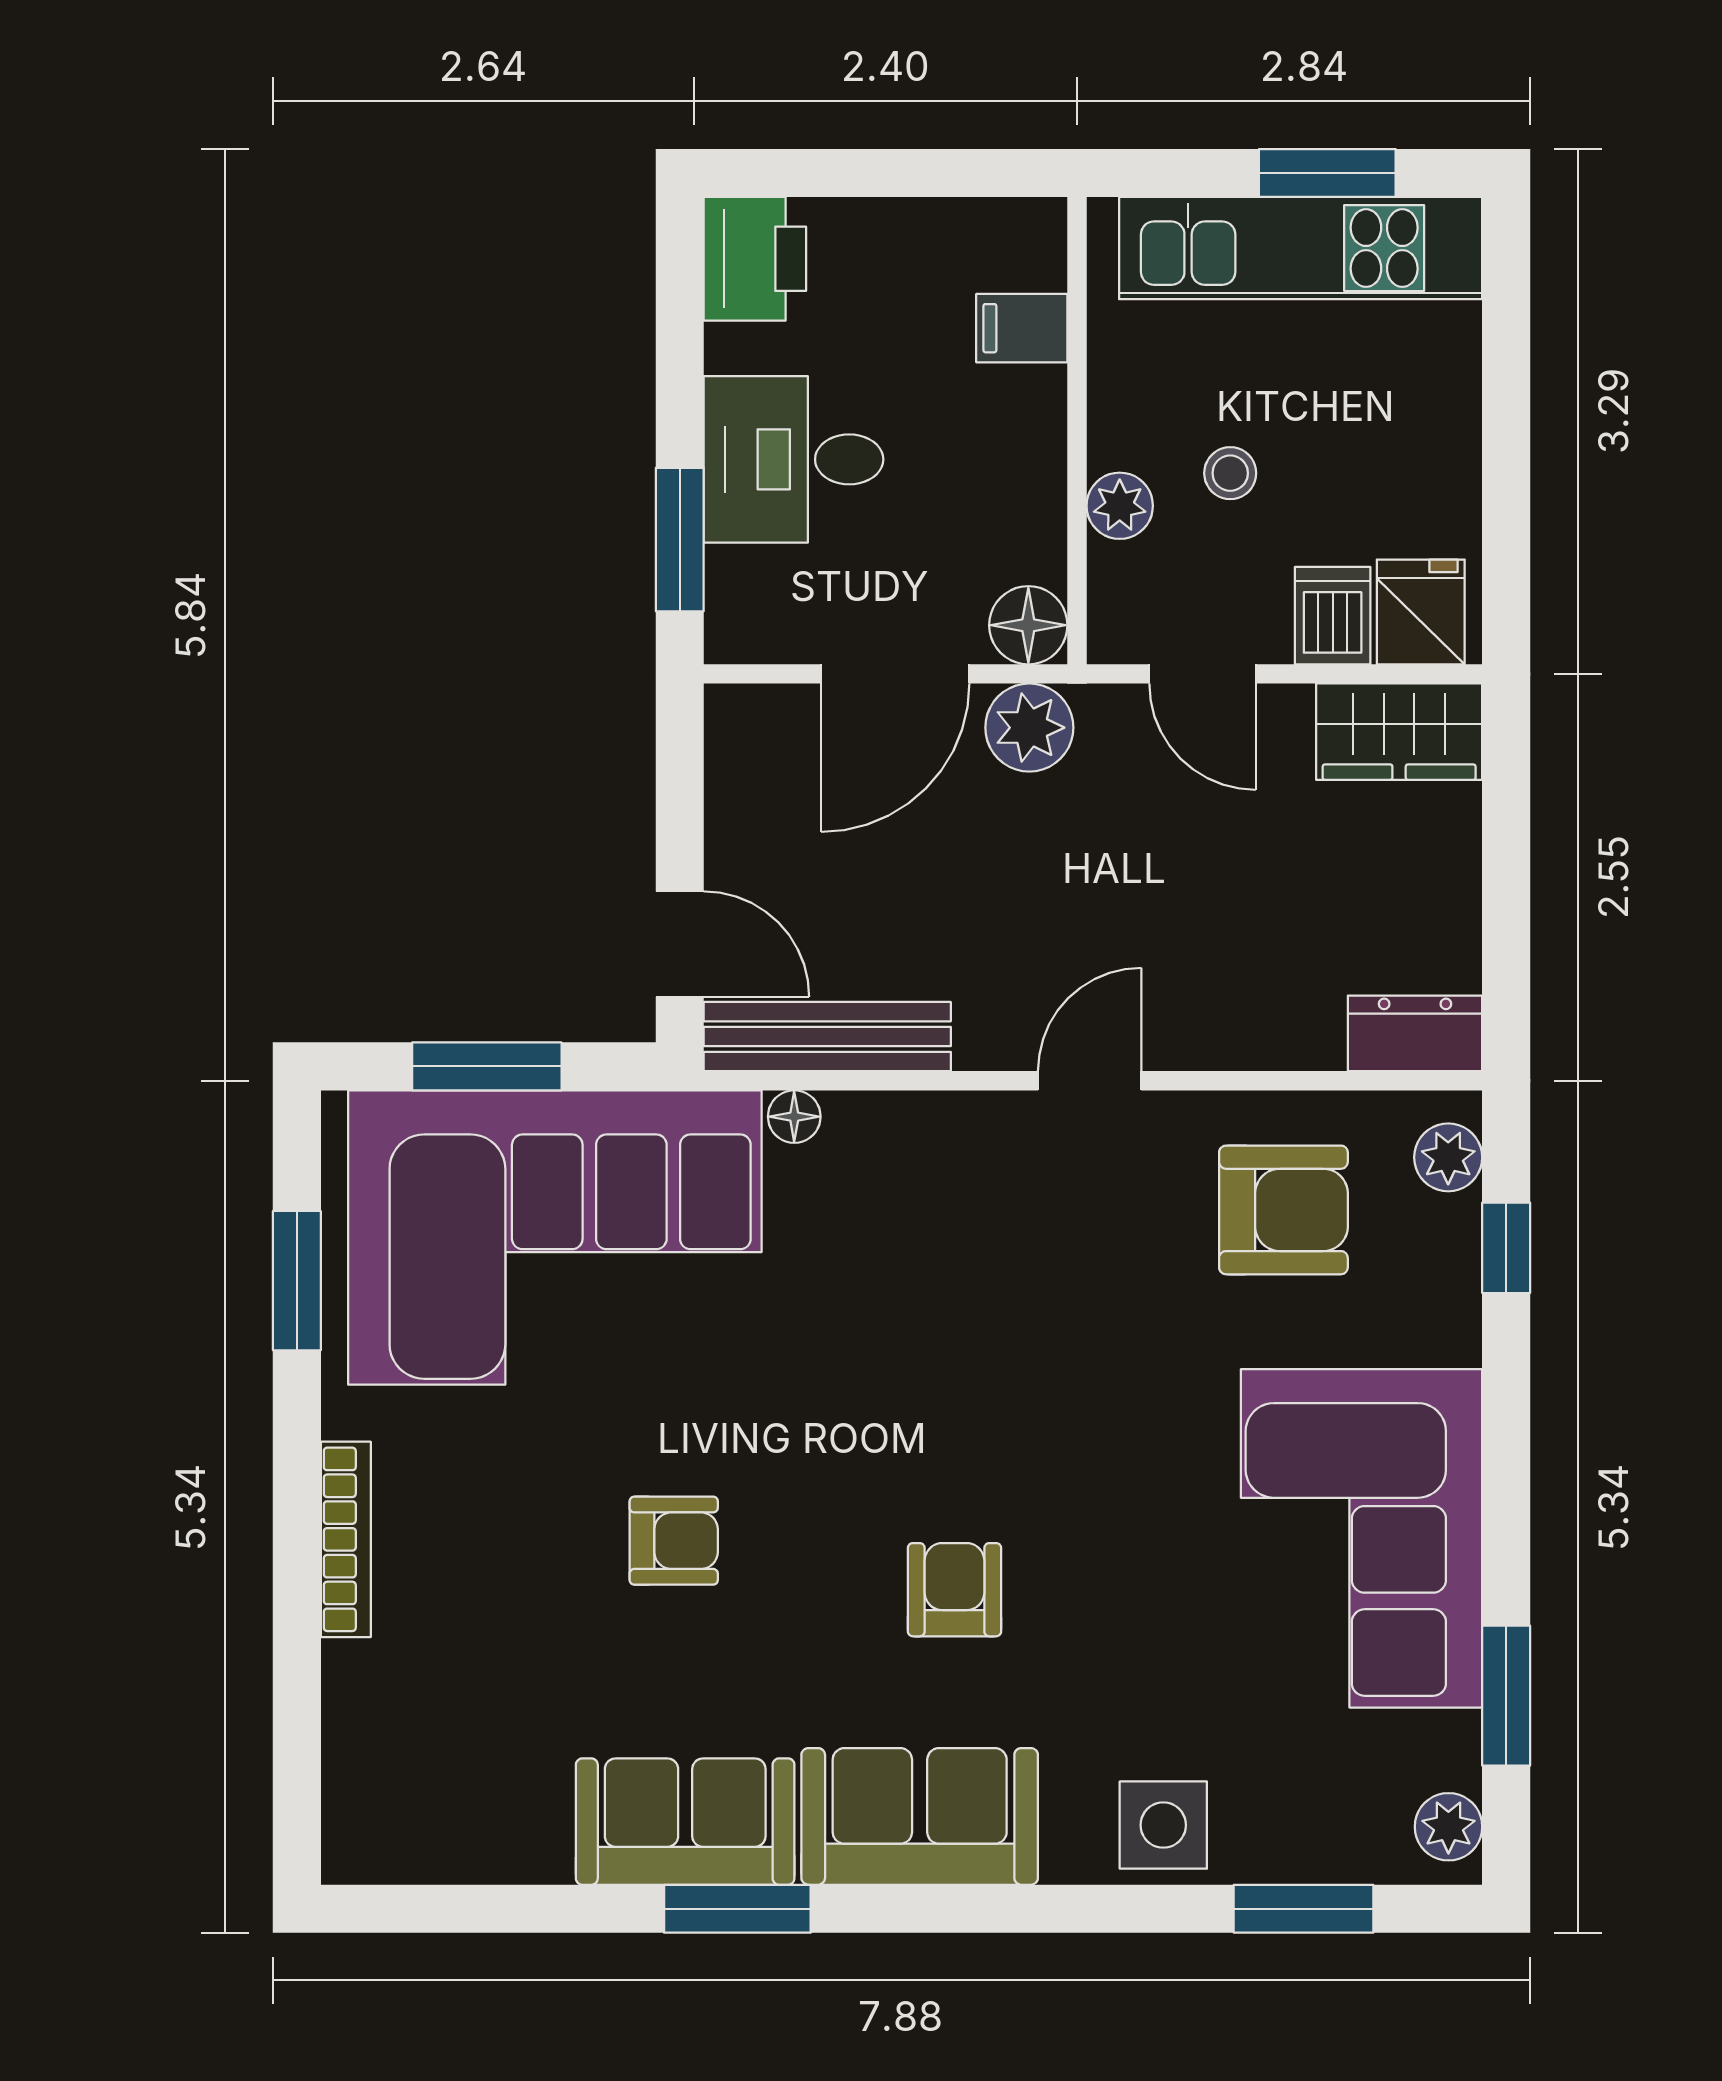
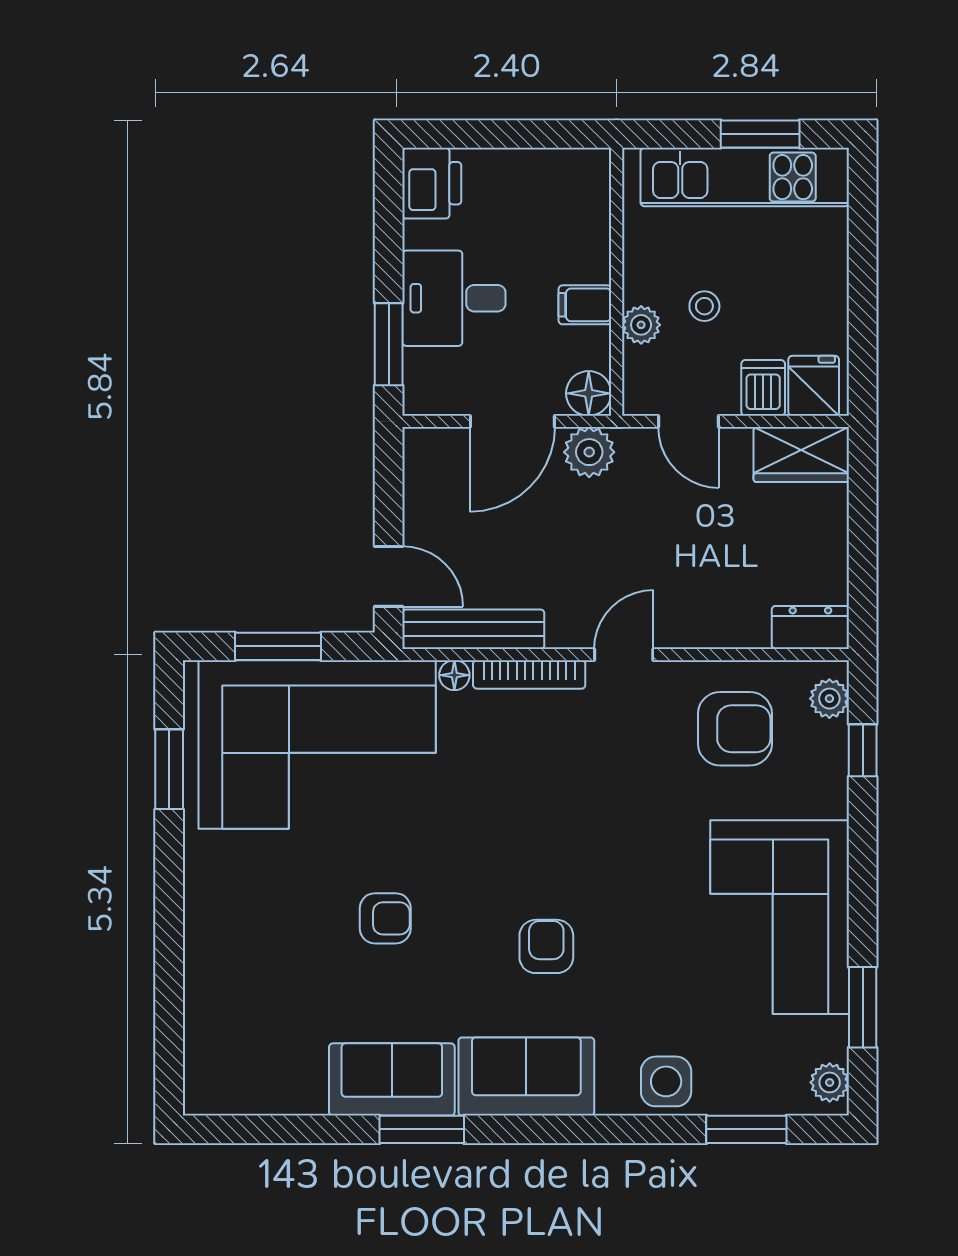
filing cabinet: (1022, 328) -> (585, 305), moved
bookcase: (346, 1539) -> (529, 674), moved, turned 90

